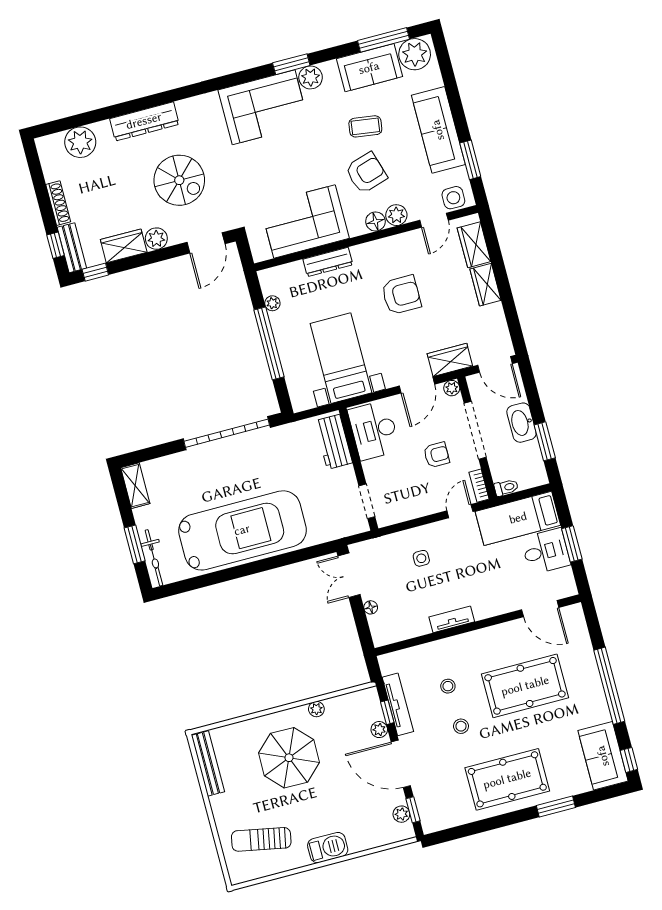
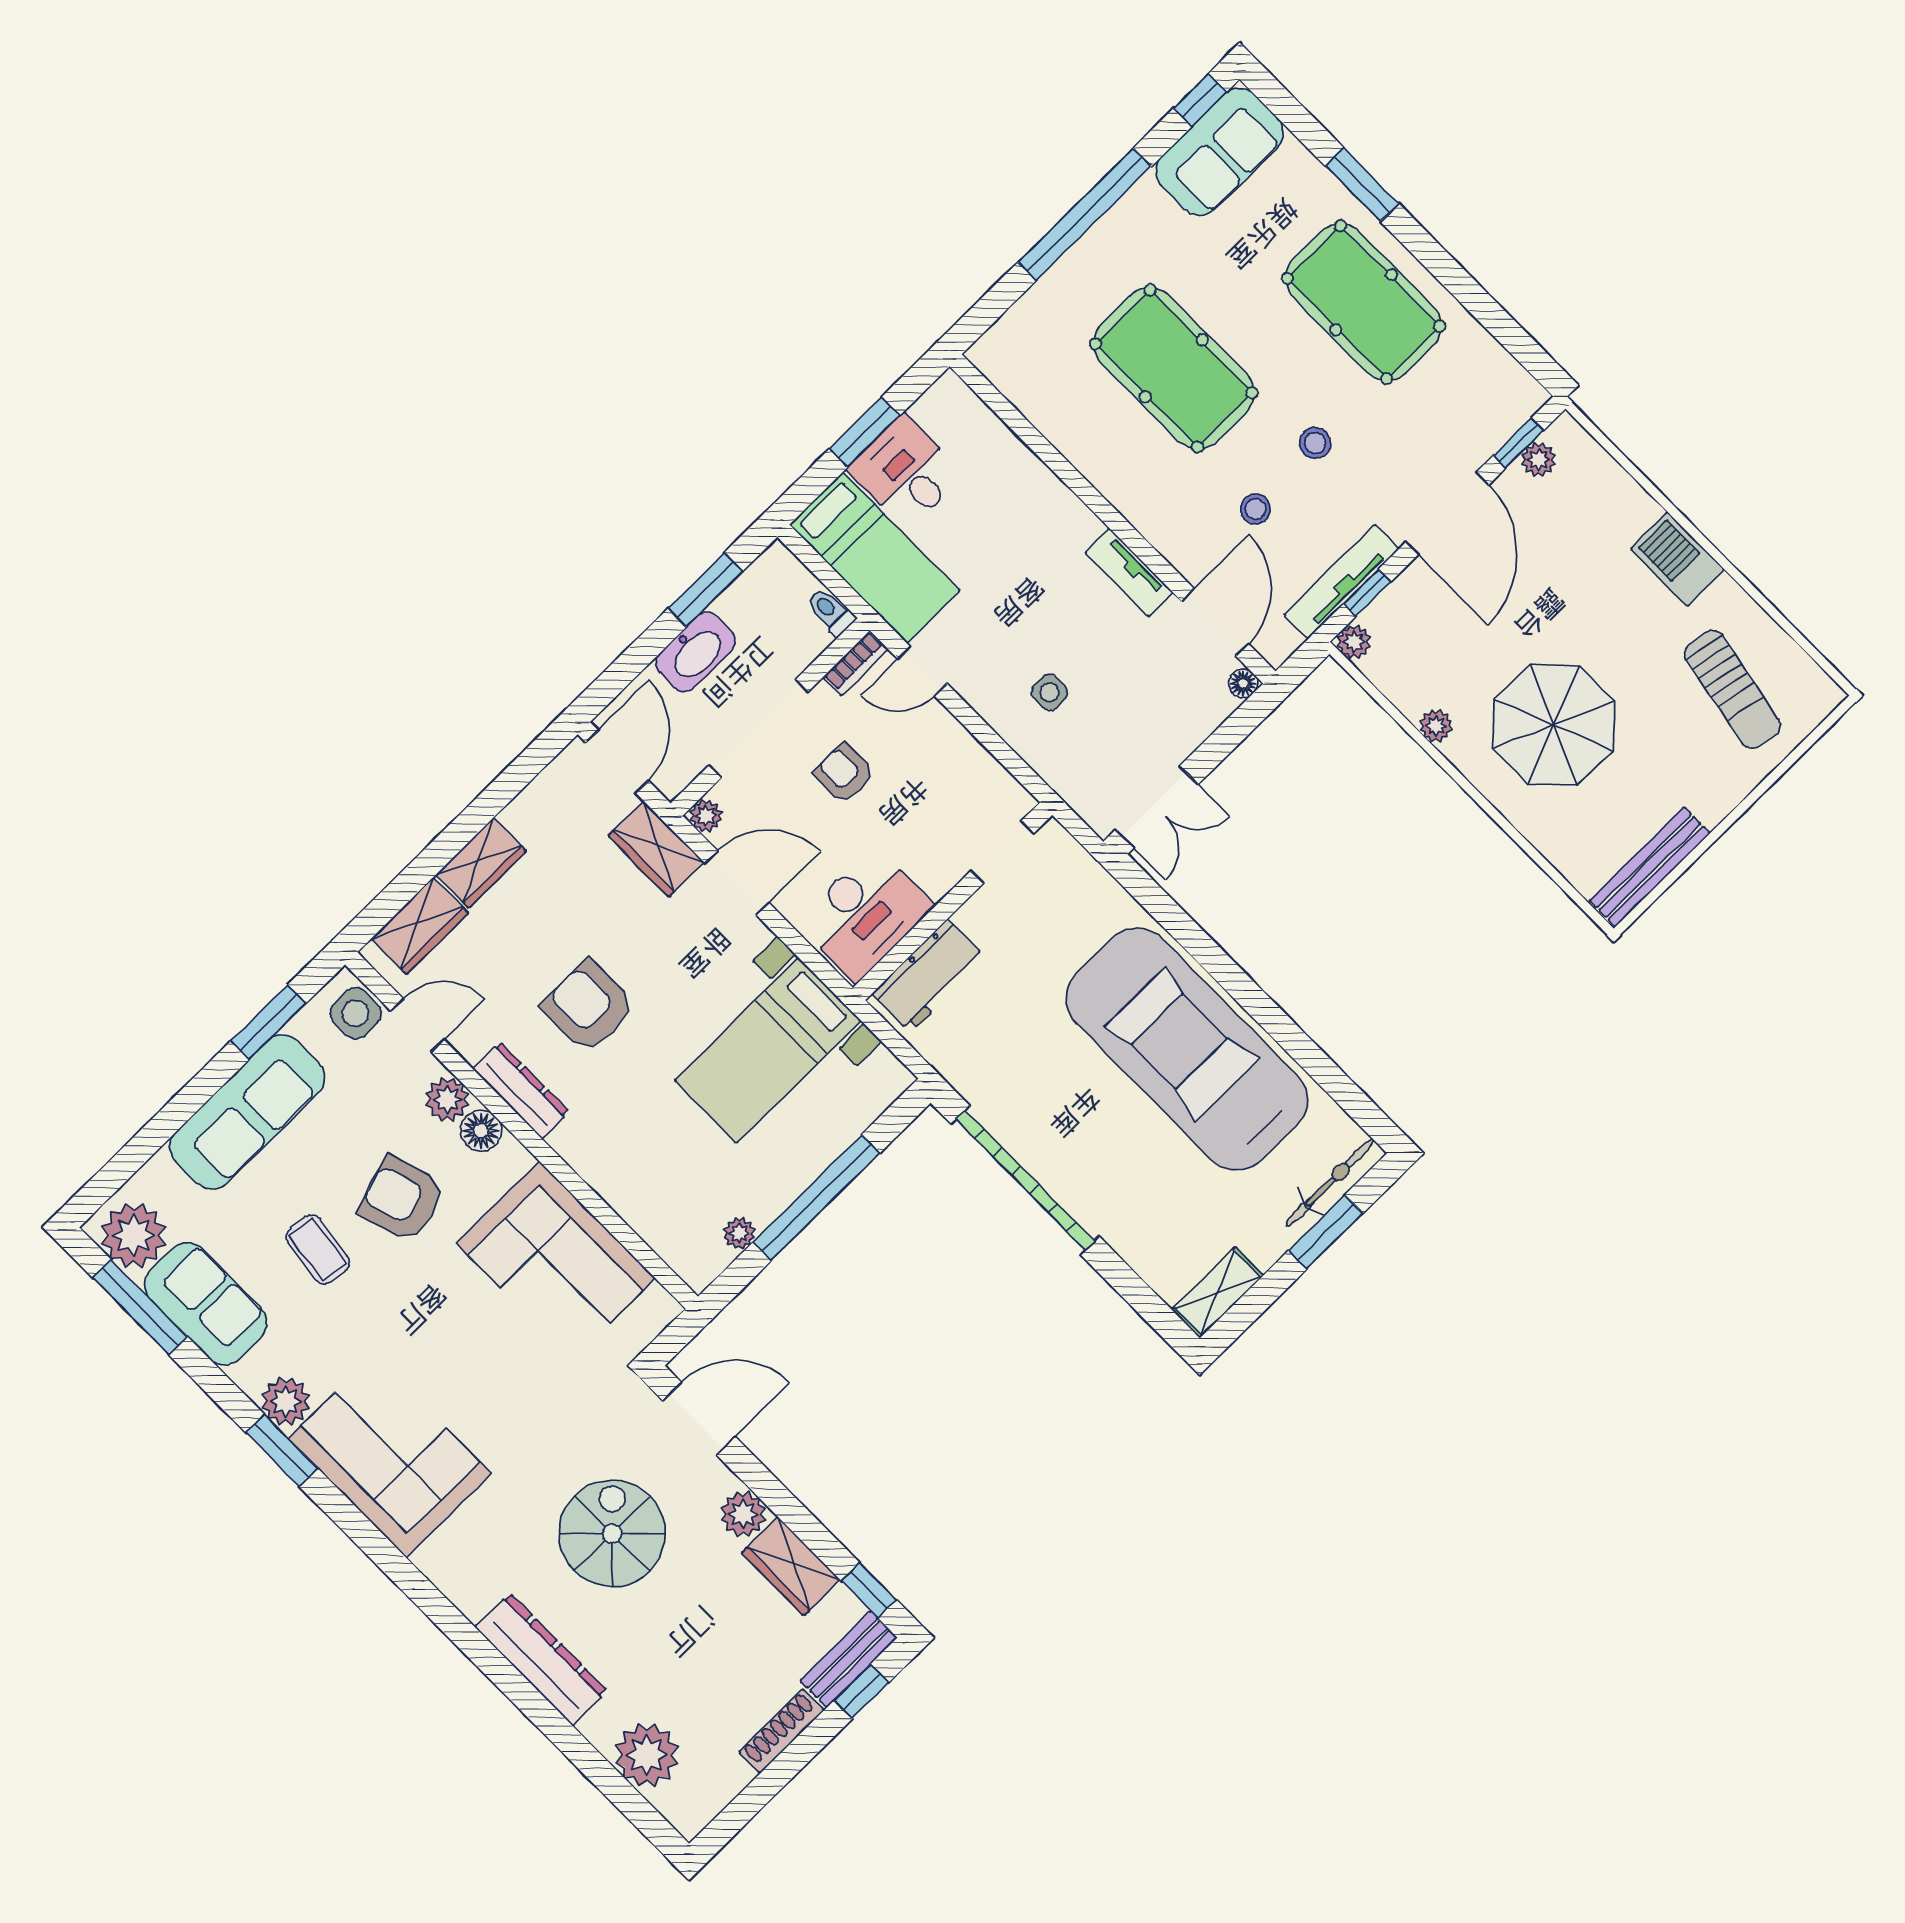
dresser: (328, 262) -> (521, 1090), moved
floor lamp: (371, 607) -> (1243, 683), moved
door: (540, 609) -> (1215, 622), moved
plant: (379, 730) -> (1354, 642), moved

